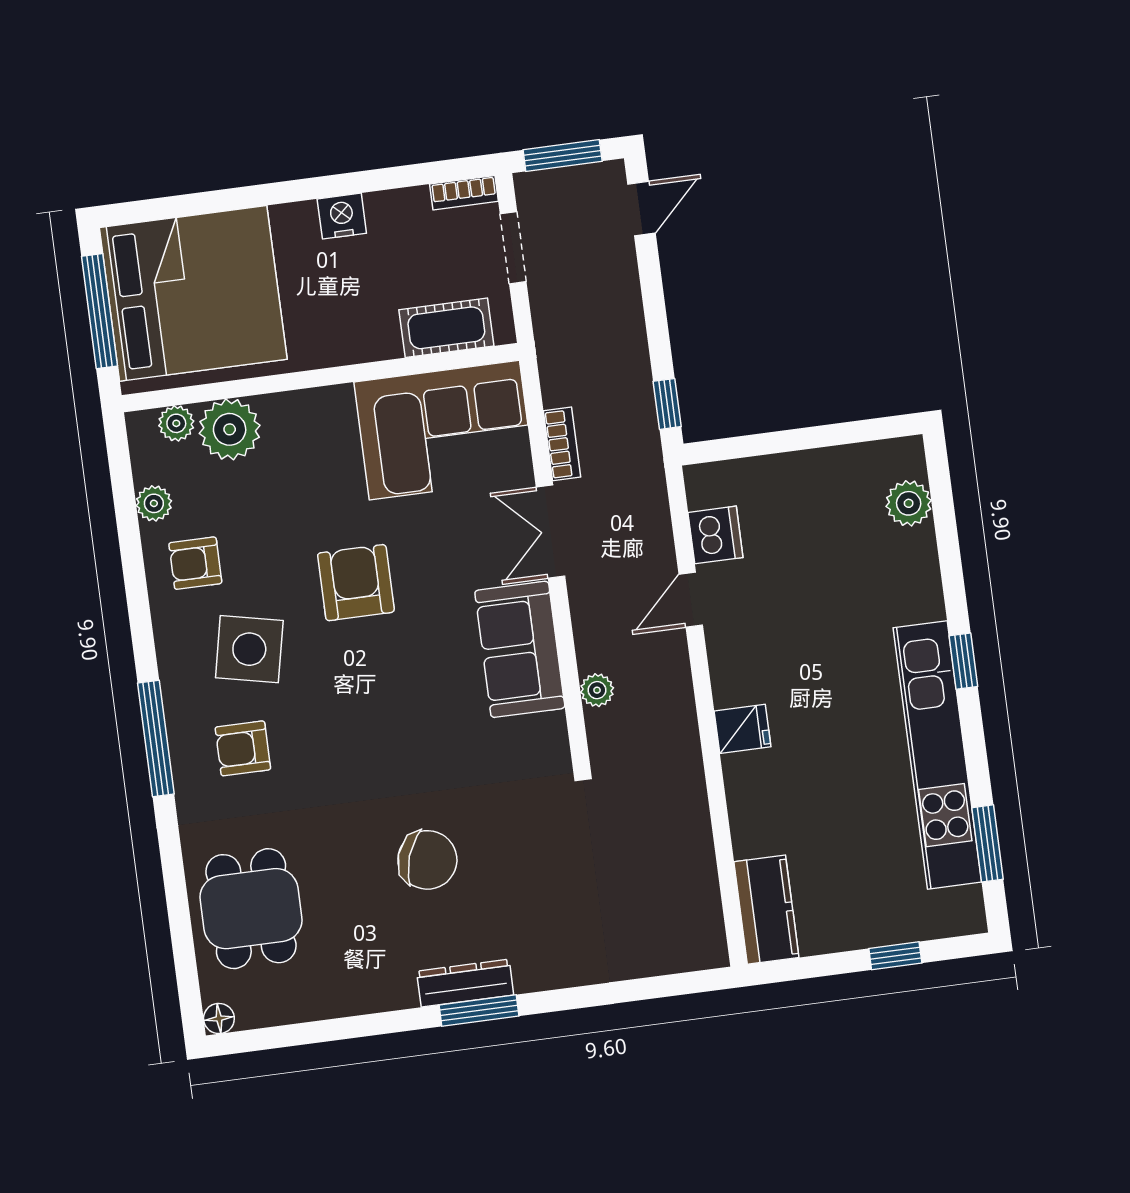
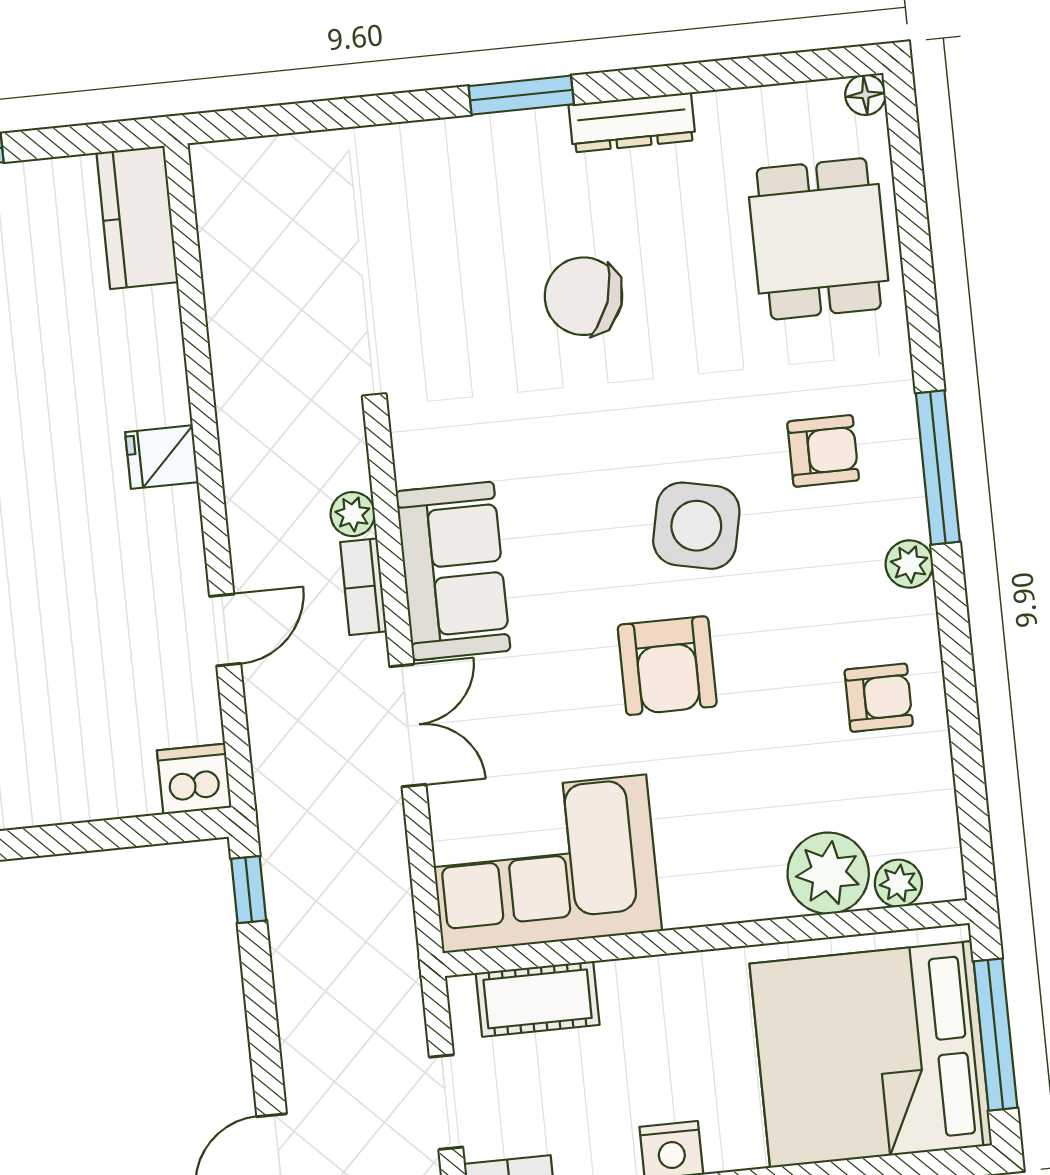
bookcase: (562, 444) -> (363, 587), moved
plant: (154, 503) -> (909, 564), moved
dishwasher: (715, 535) -> (194, 779), moved, turned 90
side table: (249, 649) -> (696, 526), moved
dresser: (465, 983) -> (632, 122), moved

